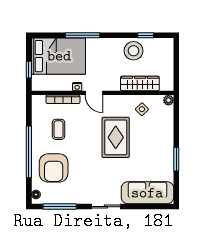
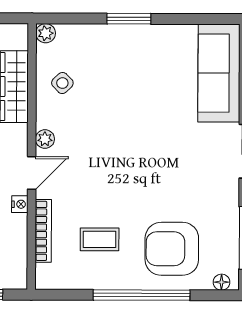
plant: (112, 100) -> (45, 139), added
rug: (116, 137) -> (115, 132), removed
window: (176, 159) -> (129, 19), moved
armchair: (54, 168) -> (172, 249), turned 180

